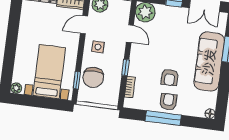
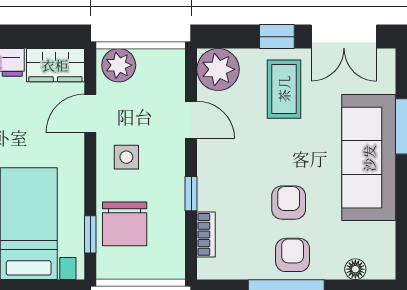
coffee table: (174, 25) -> (284, 89), added
armchair: (170, 77) -> (289, 203), turned 180
floor lamp: (210, 114) -> (355, 269), moved

